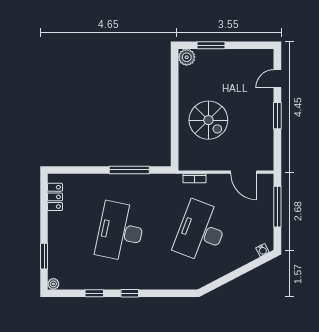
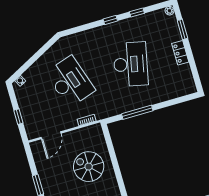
door: (244, 172) -> (51, 135), swing flipped
locker: (55, 197) -> (180, 53), moved
window: (277, 207) -> (18, 117), width x0.46
desk: (201, 232) -> (70, 82), turned -39

